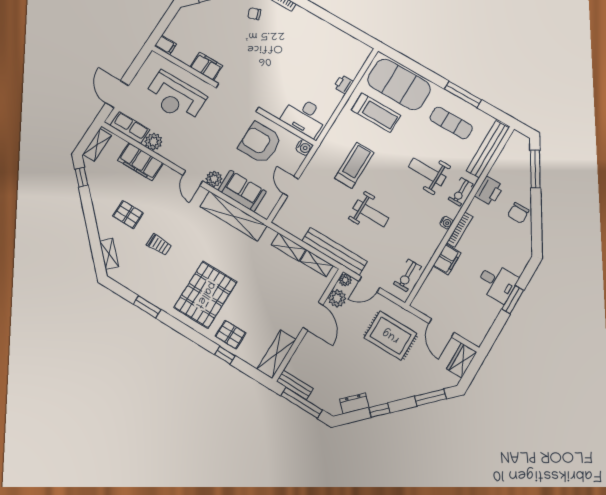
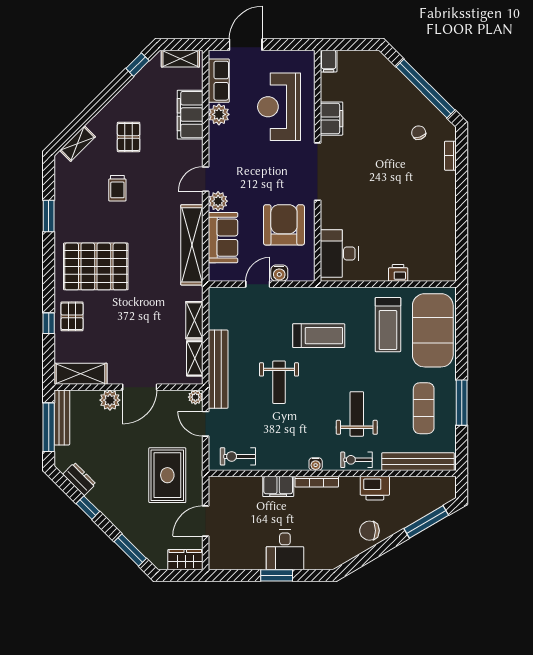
water cooler: (304, 147) -> (279, 273), moved
plant: (337, 298) -> (110, 400), moved
bench: (295, 385) -> (62, 417), width x1.36

